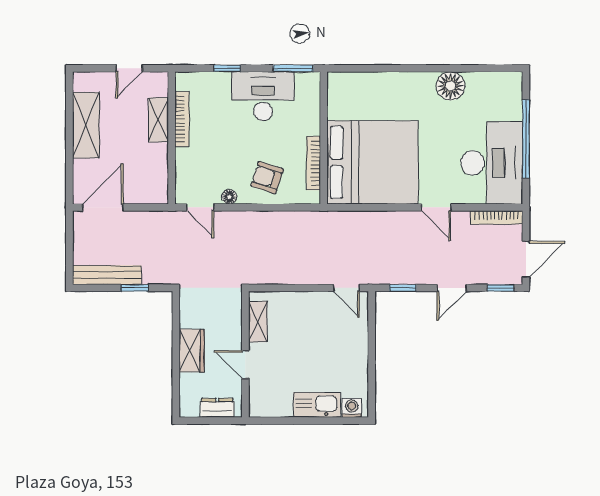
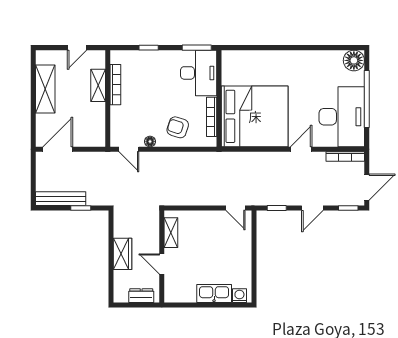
floor lamp: (451, 86) -> (354, 60), moved
desk: (263, 96) -> (199, 73), moved, turned 90
door: (436, 207) -> (301, 149), swing flipped

